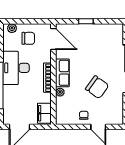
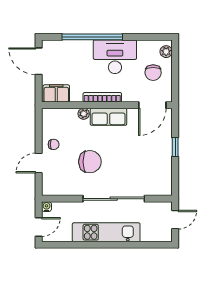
chair: (97, 87) -> (90, 162), turned -126

